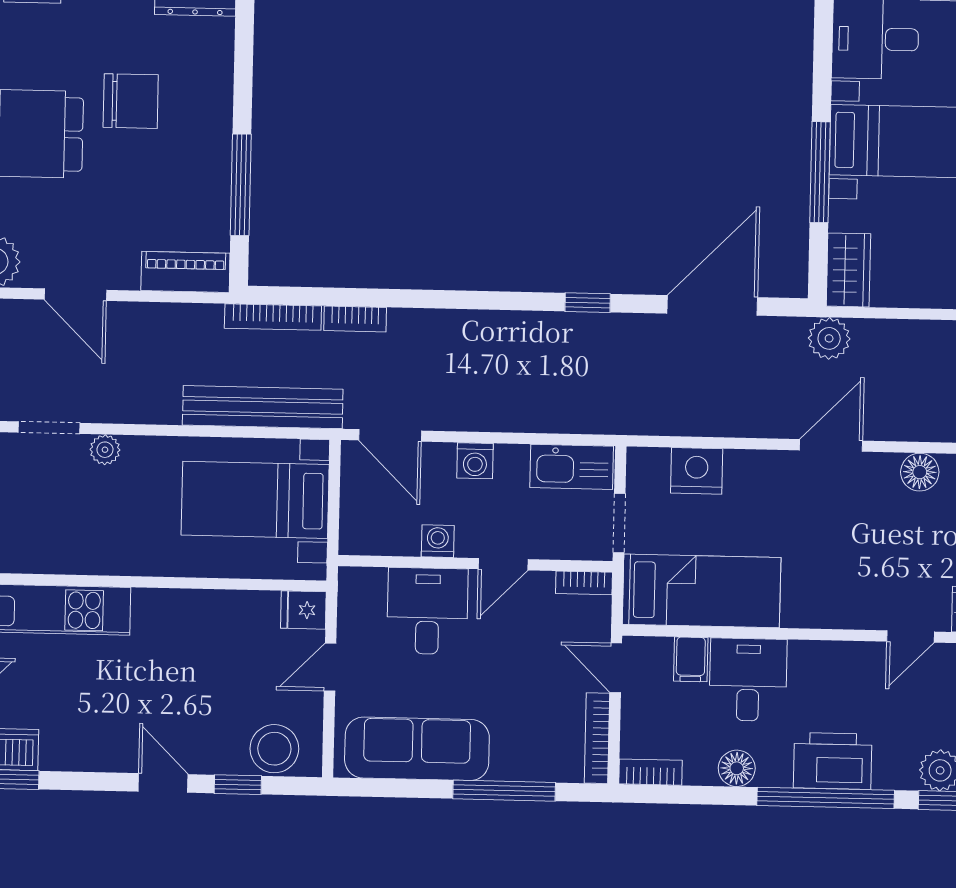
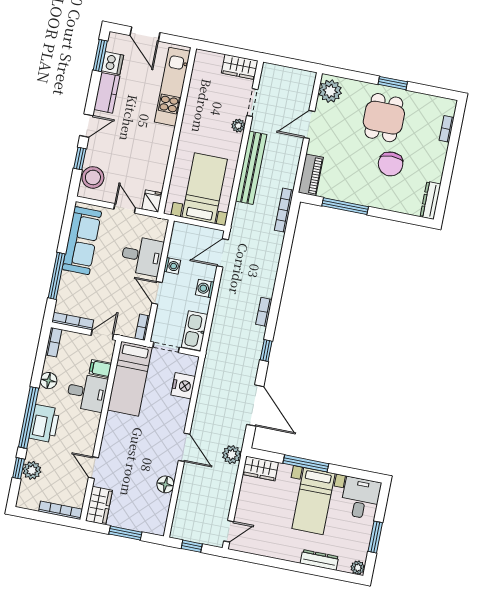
bookcase: (355, 319) -> (264, 312), moved
bench: (263, 407) -> (251, 168), moved
kitchen counter: (83, 751) -> (107, 93), added

